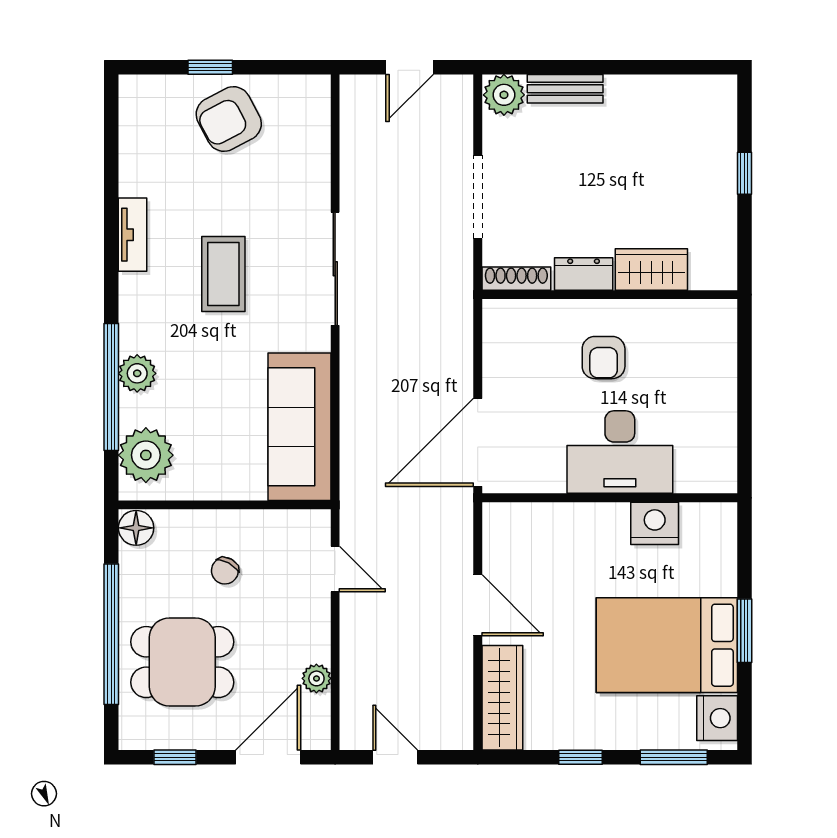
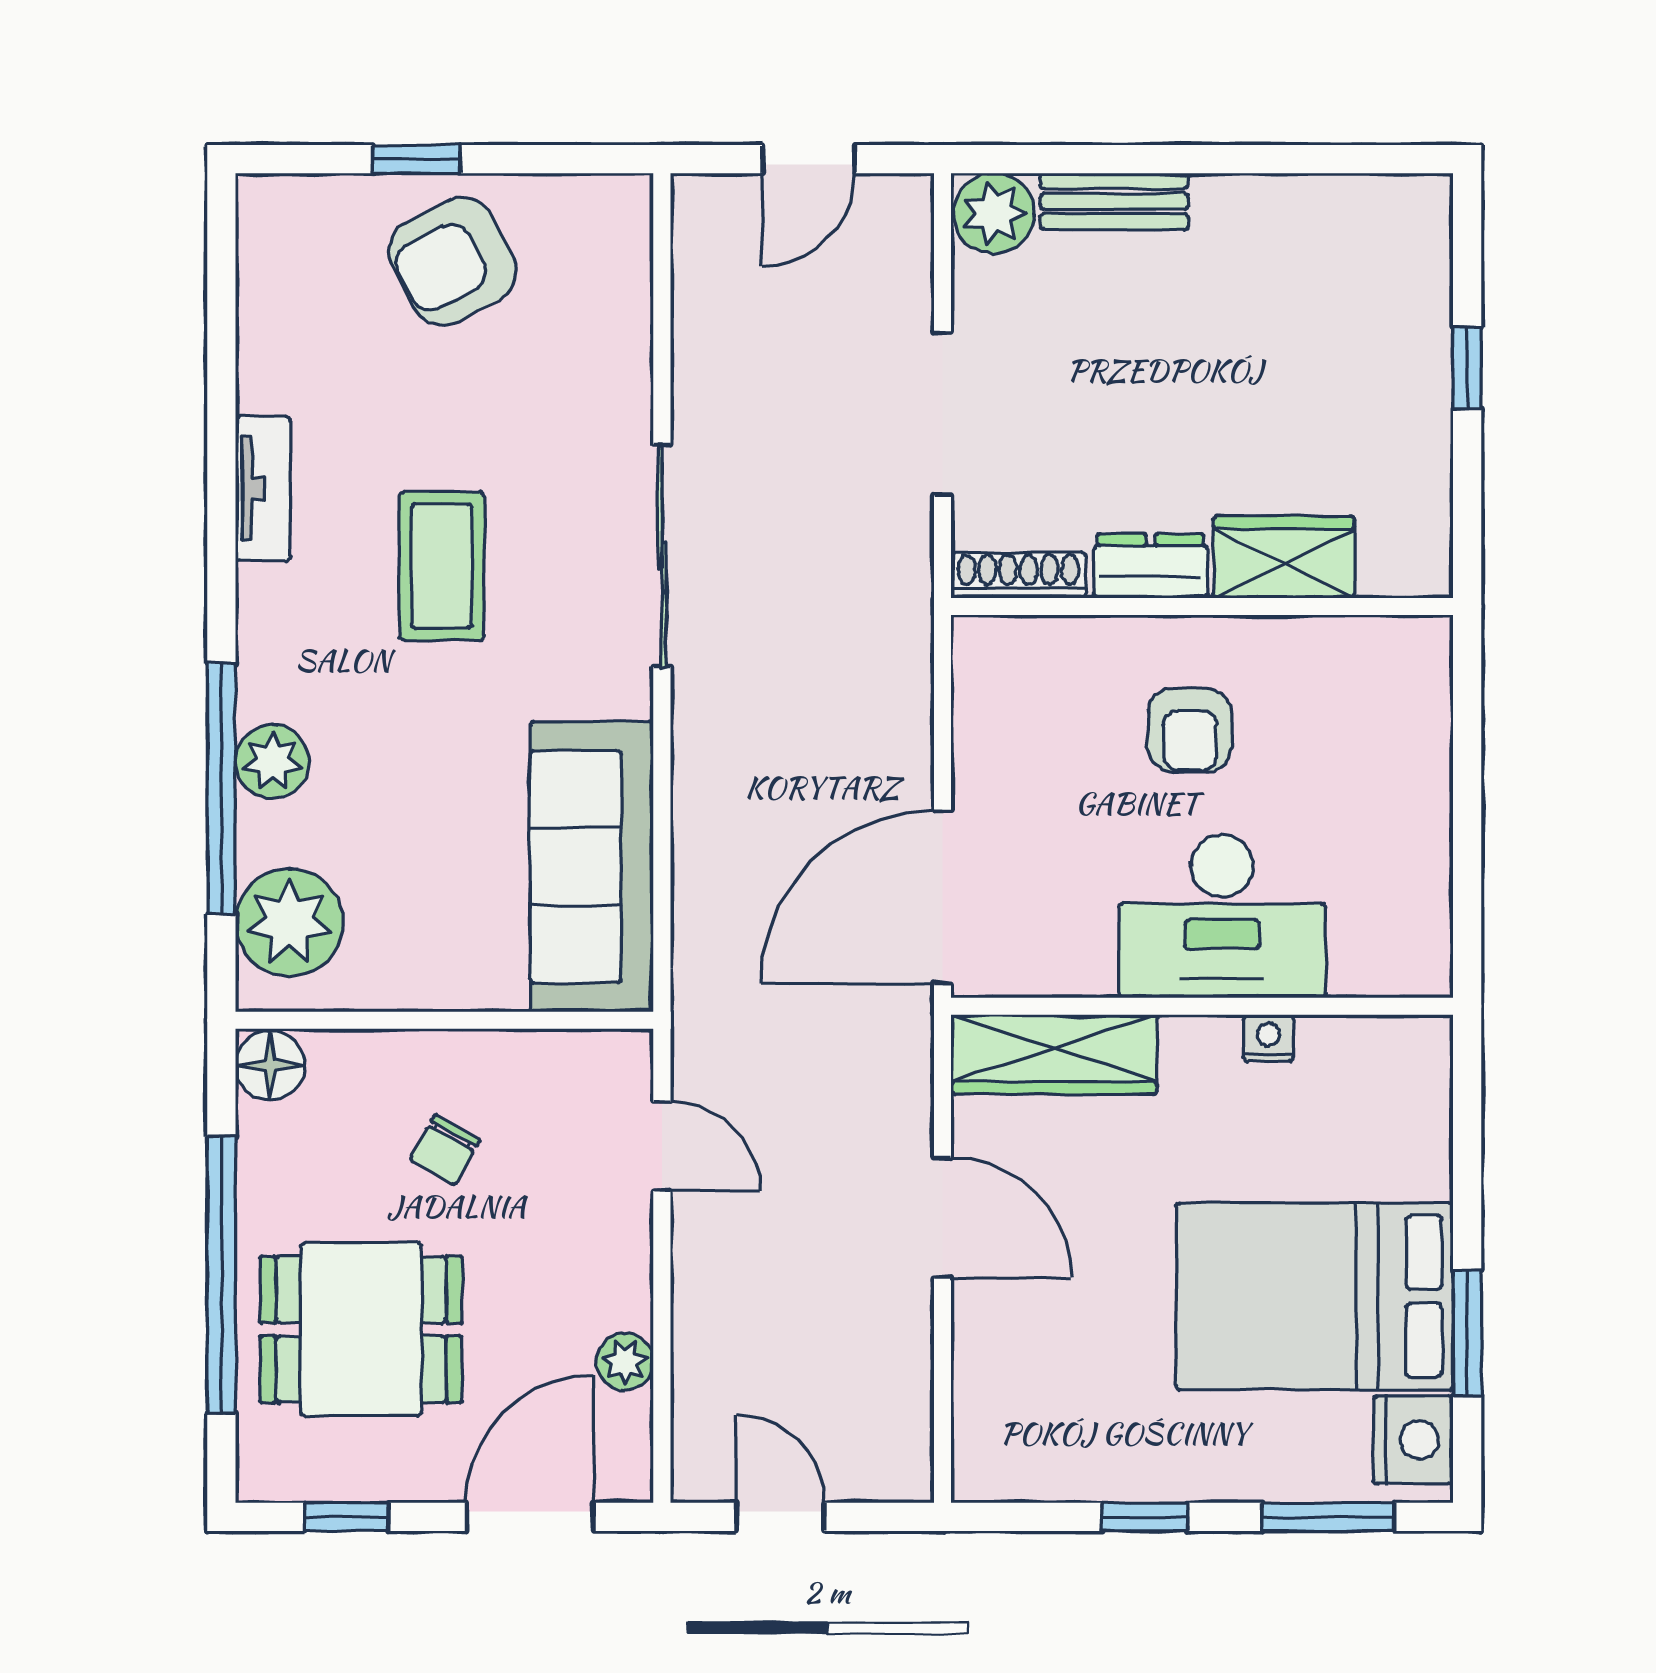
nightstand: (655, 523) -> (1268, 1038), width x0.53, depth x0.56
window: (744, 631) -> (1467, 1333), moved
wardrobe: (502, 698) -> (1054, 1055), moved, turned 90

